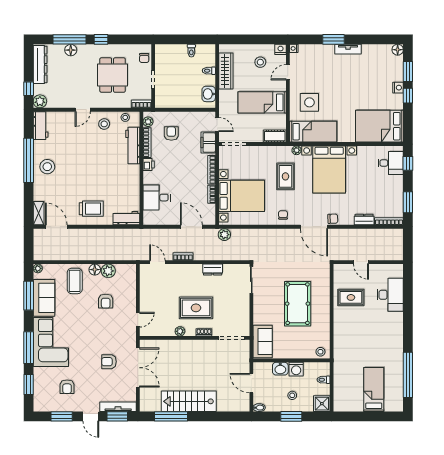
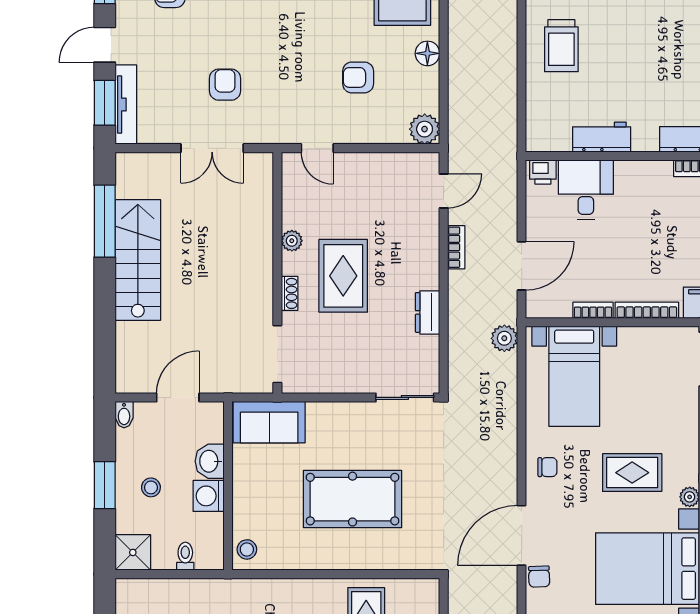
printer: (149, 165) -> (543, 172), moved
bed with nightstands: (242, 196) -> (574, 376), width x0.73
workbench: (126, 218) -> (602, 137), moved, turned -90
plant: (108, 271) -> (425, 129), moved
double door: (138, 368) -> (212, 148), width x0.73

